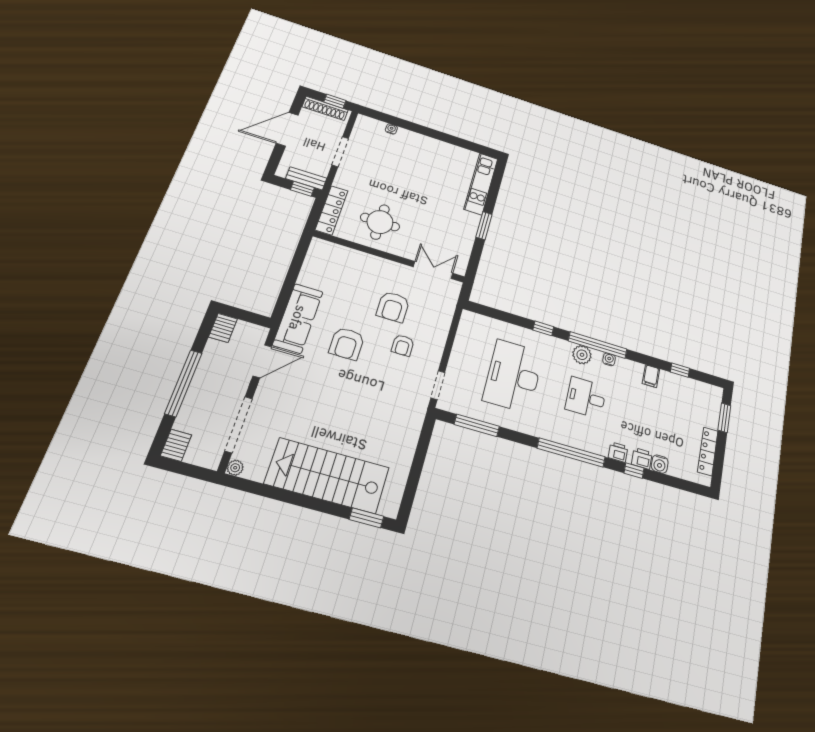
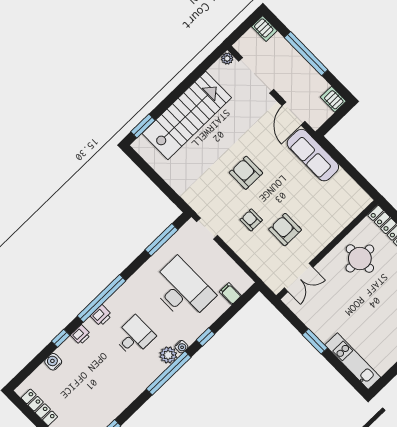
armchair: (347, 344) -> (246, 173), moved
water cooler: (609, 359) -> (181, 347), moved
filing cabinet: (651, 376) -> (230, 294), moved
printer: (642, 458) -> (101, 315), moved

